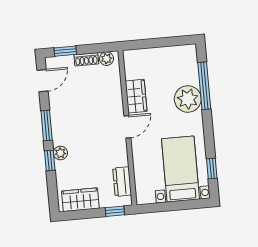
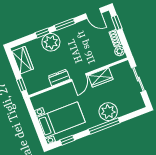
sliding door: (154, 43) -> (138, 79), added
window: (204, 86) -> (104, 126), moved
door: (127, 127) -> (79, 77), hinge flipped
plant: (60, 153) -> (51, 42), width x1.87, depth x1.87
dresser: (122, 182) -> (59, 78), moved

